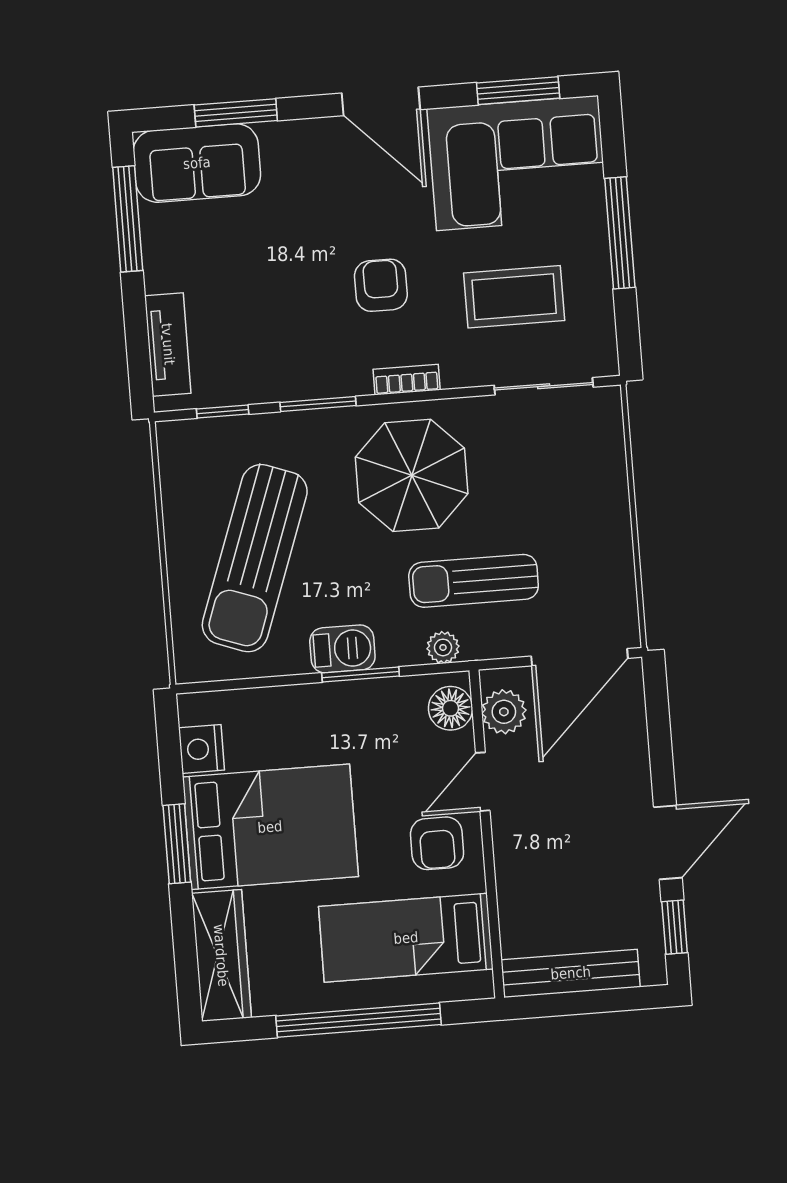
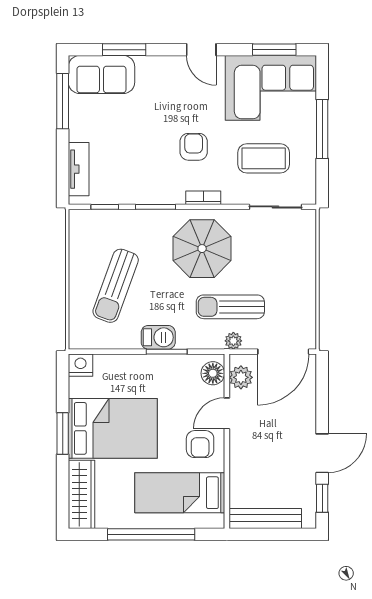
door: (381, 101) -> (201, 50), width x0.73
sun lounger: (255, 558) -> (116, 286), width x0.73, depth x0.75
plant: (443, 647) -> (233, 341), moved
nightstand: (201, 749) -> (80, 365), moved, turned 90

